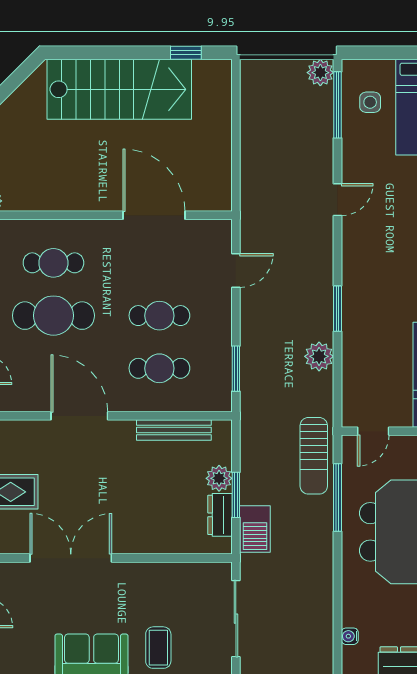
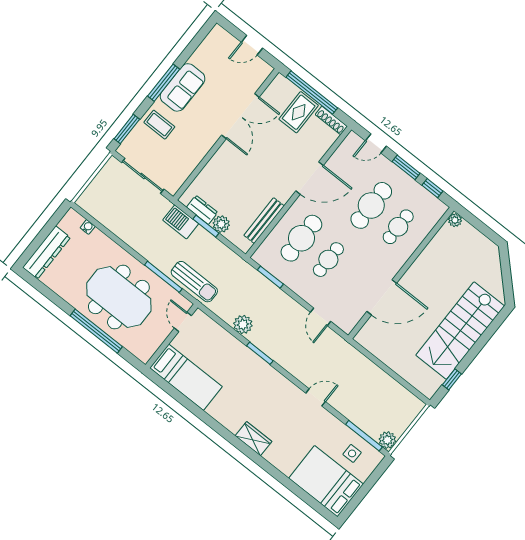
door: (337, 200) -> (316, 397), swing flipped
cafe table: (159, 368) -> (301, 238), width x1.37, depth x1.35
sun lounger: (314, 456) -> (194, 282), turned 180

